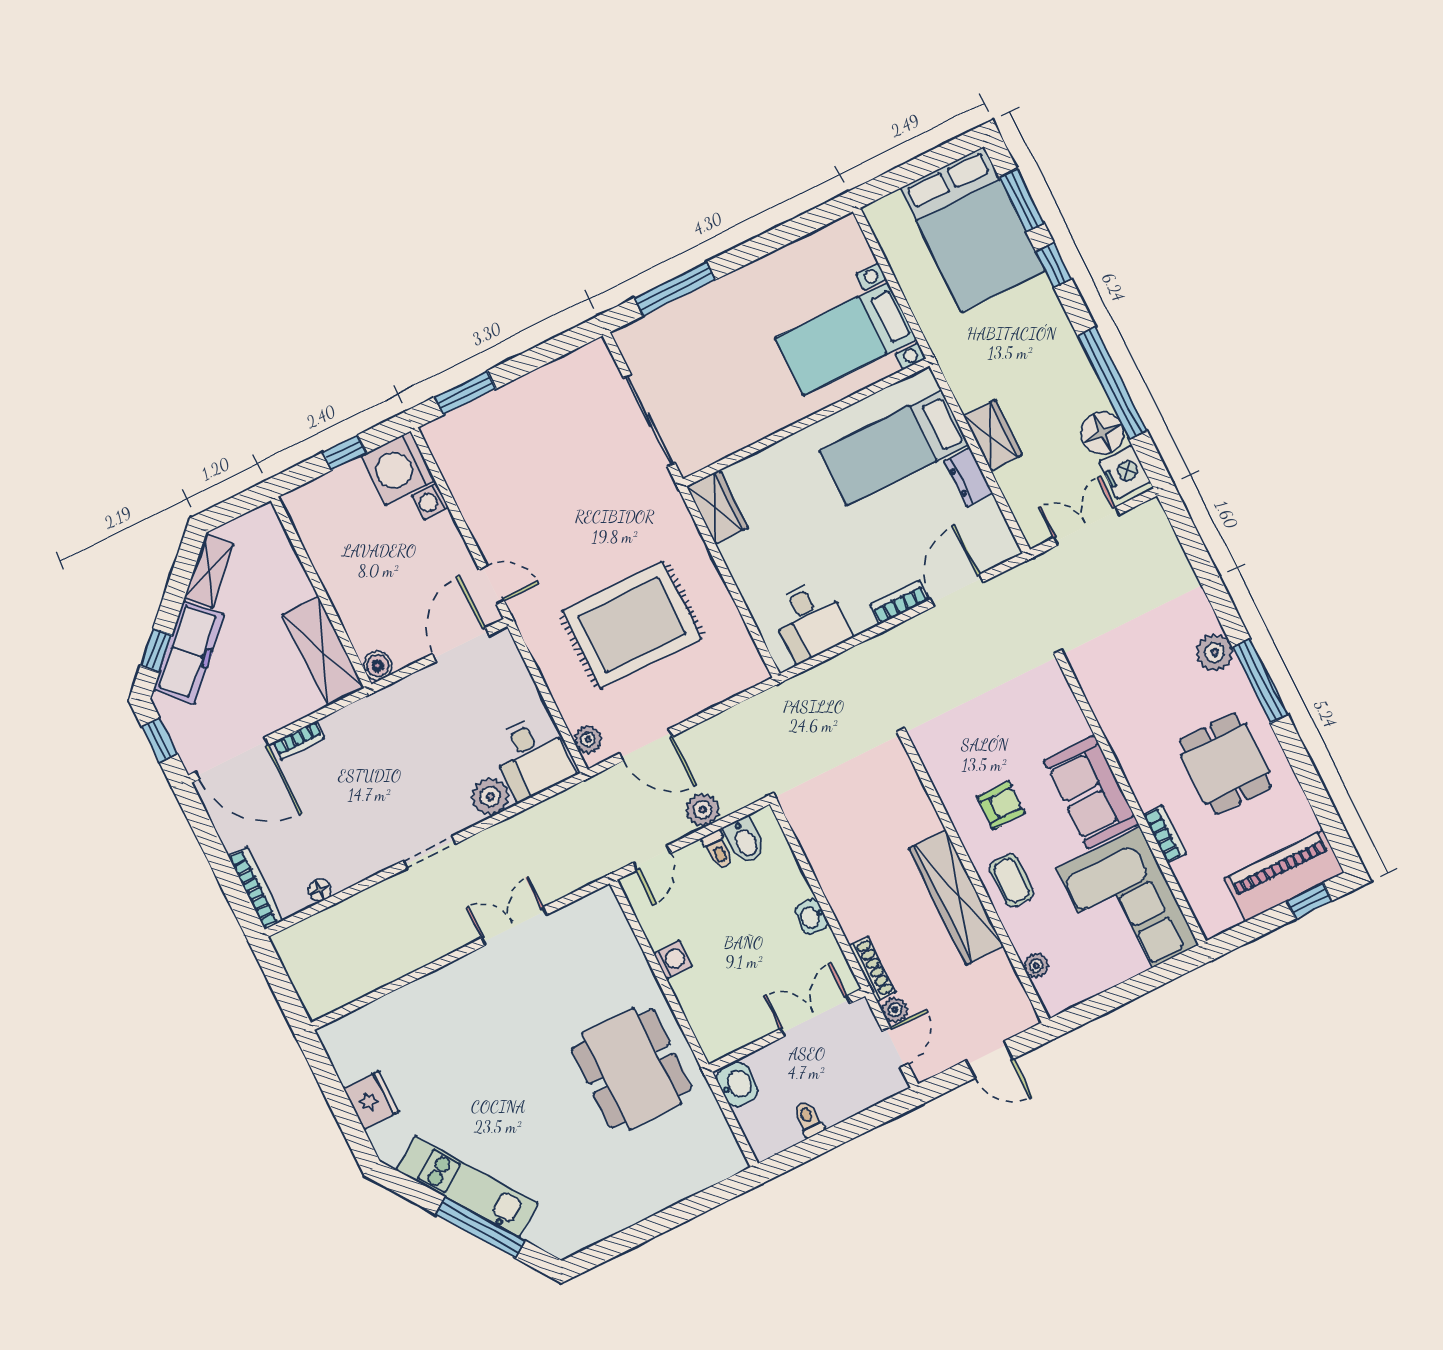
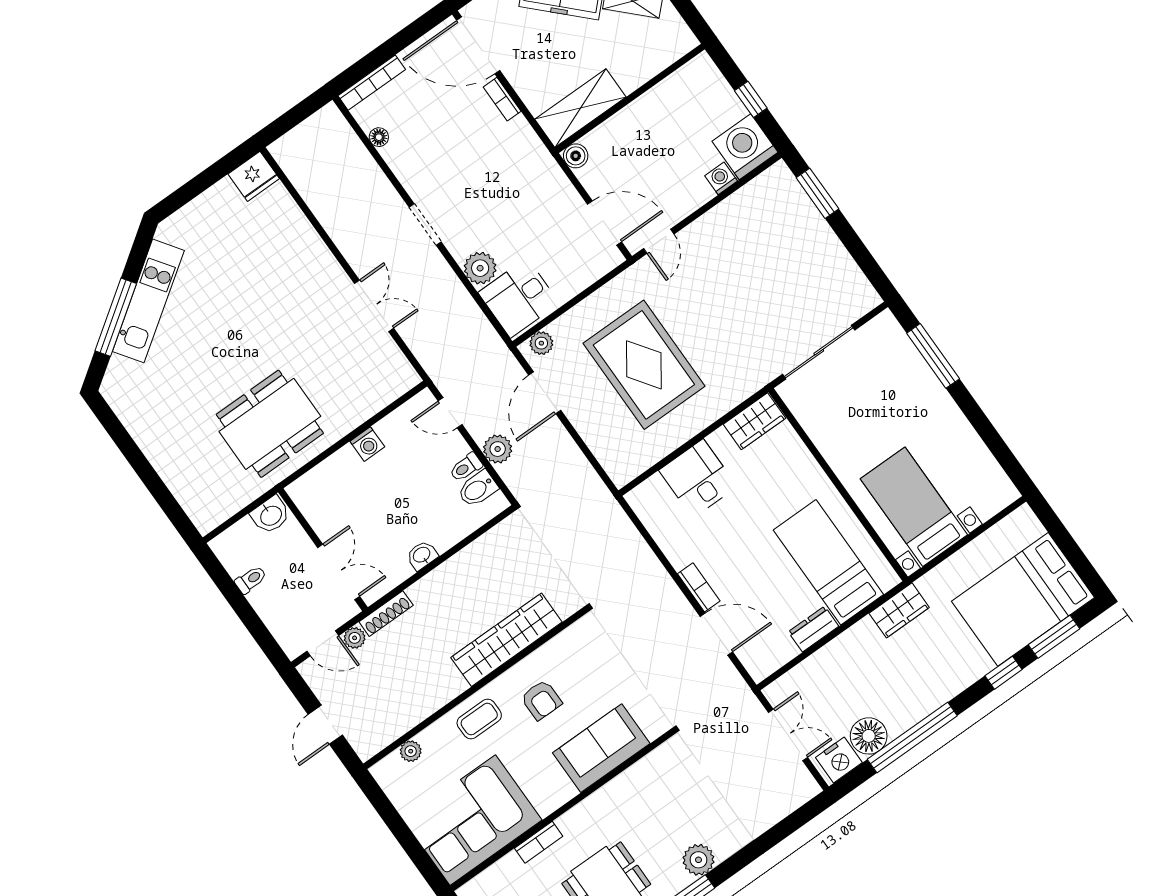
wardrobe: (993, 435) -> (899, 610), moved
desk: (810, 620) -> (698, 478), moved, turned 90
door: (232, 758) -> (478, 45), hinge flipped
sofa: (1091, 792) -> (601, 748), moved
wardrobe: (956, 897) -> (506, 640), moved
fridge: (371, 1100) -> (254, 176), moved

